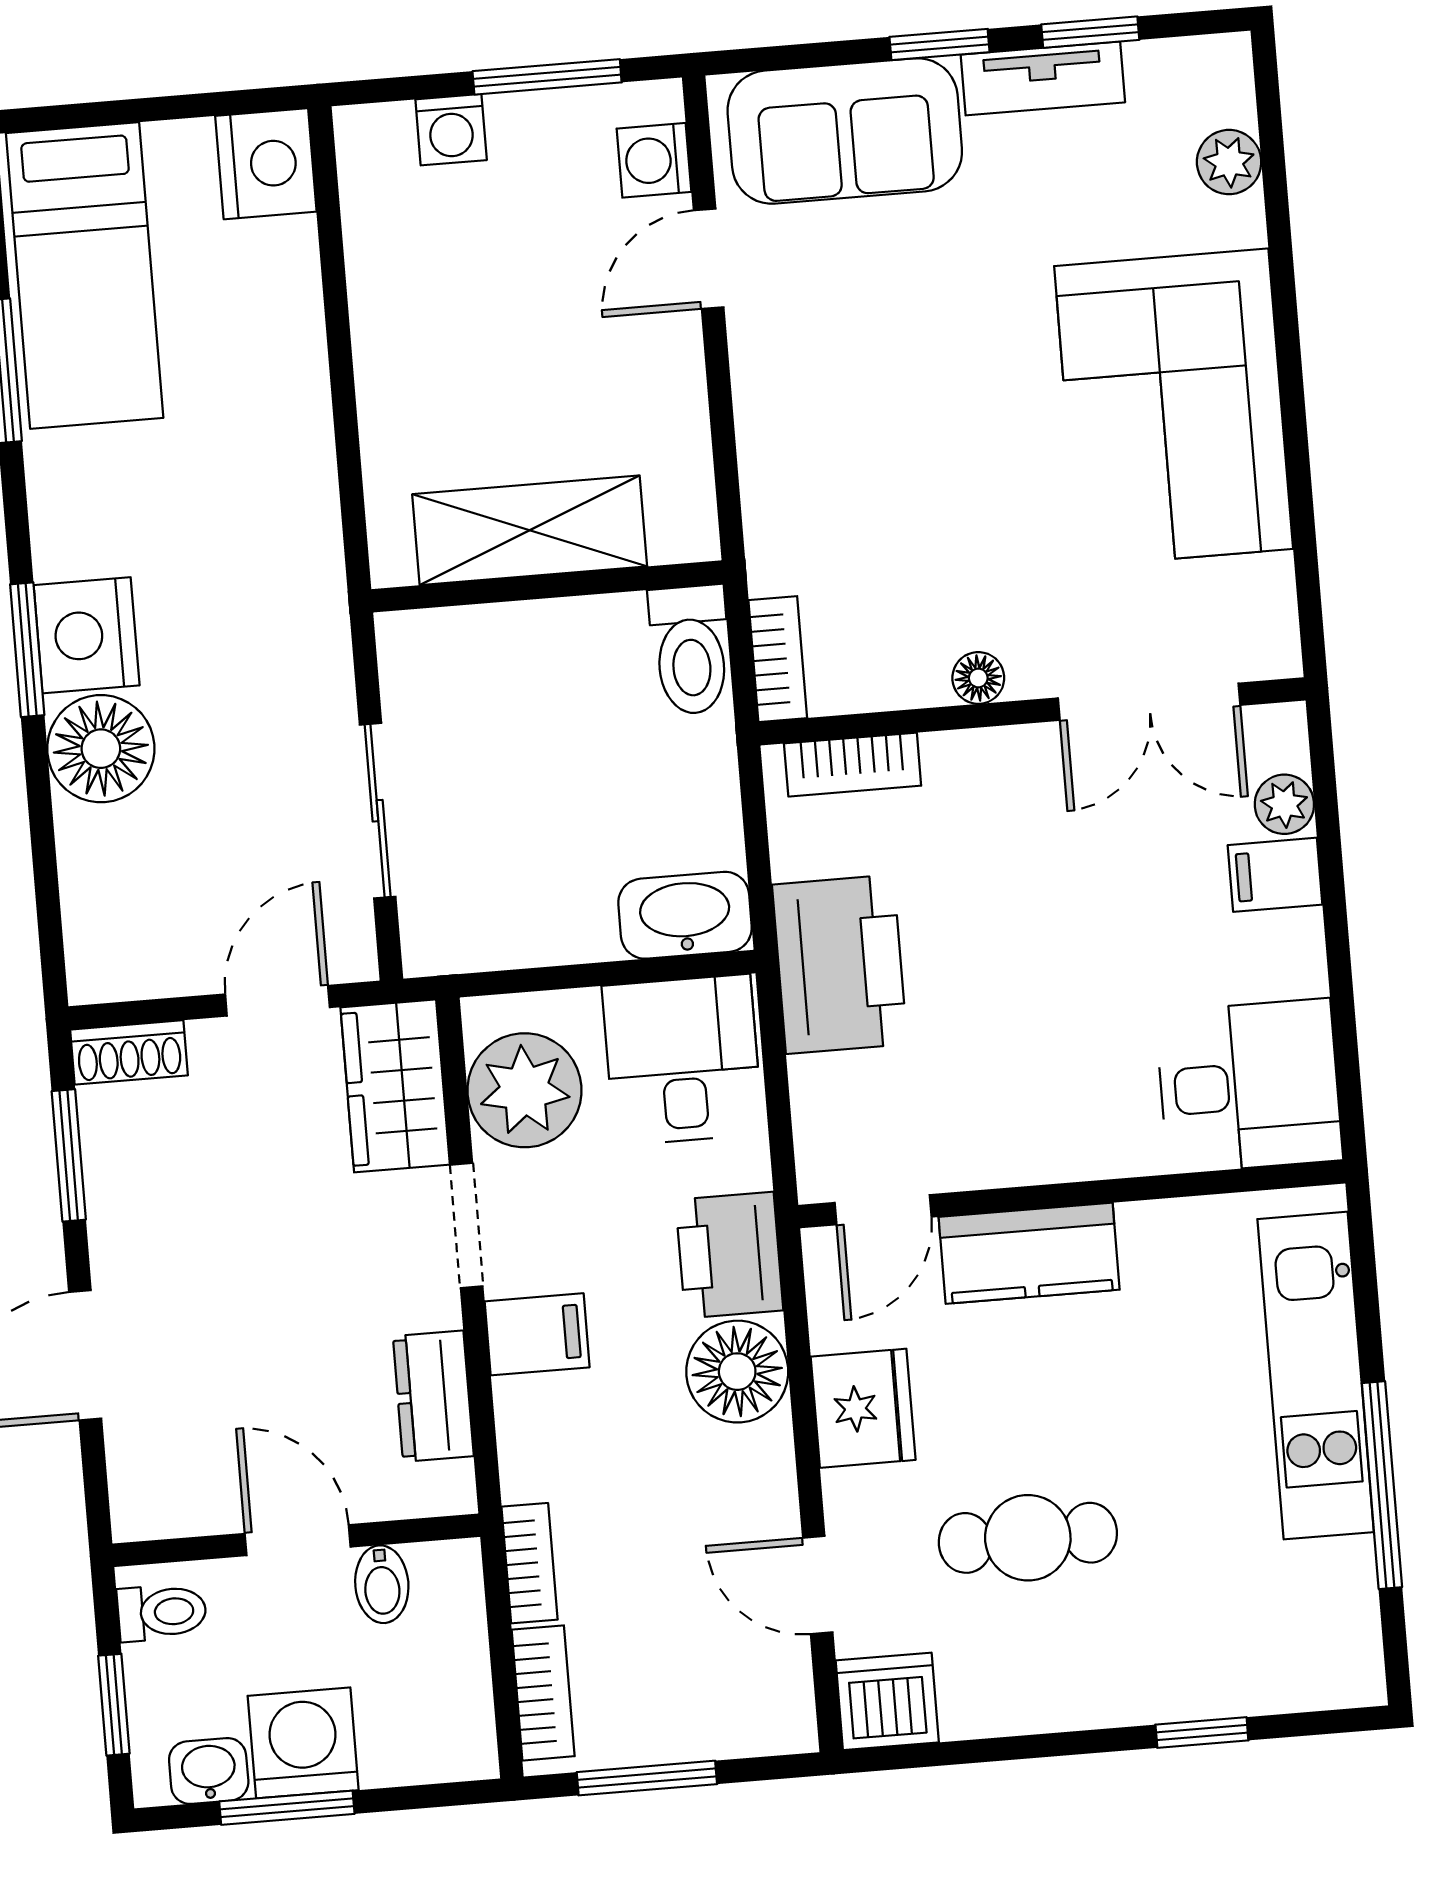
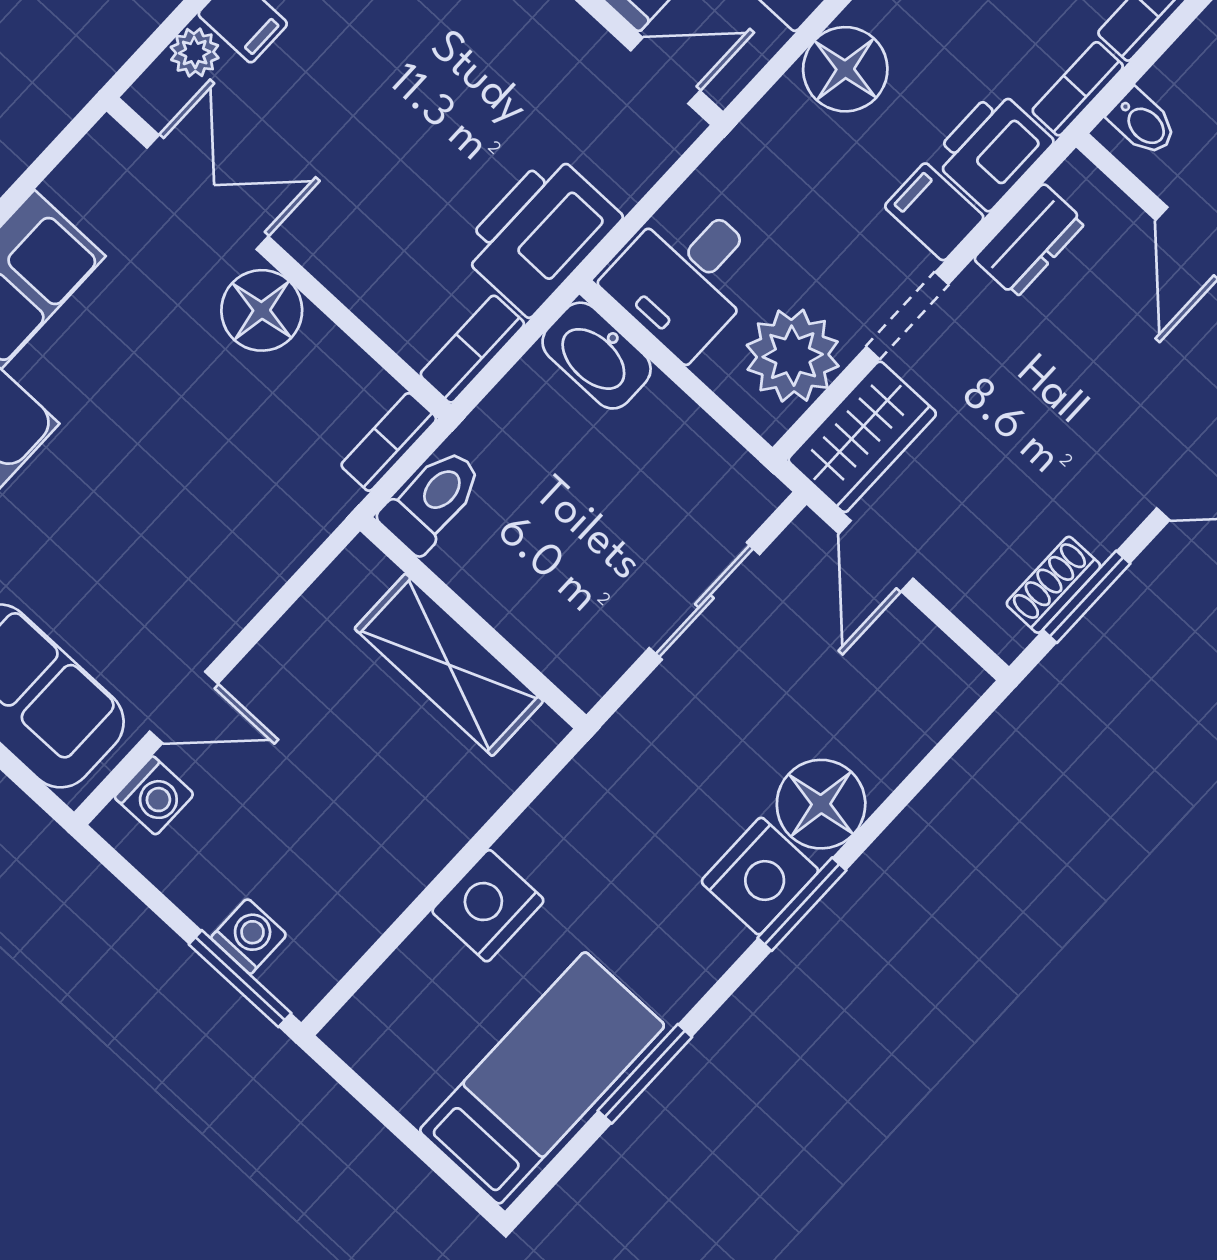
window: (547, 77) -> (240, 979), moved
nightstand: (266, 164) -> (488, 906), moved
floor lamp: (978, 678) -> (262, 310), width x1.89, depth x1.89
bookcase: (853, 765) -> (472, 349), moved, turned -90
door: (277, 1001) -> (876, 556), hinge flipped
shoe rack: (129, 1052) -> (1053, 585), moved, turned -90
printer: (729, 1255) -> (992, 150), moved, turned 180
bidet: (382, 1584) -> (1143, 123), moved, turned 90

